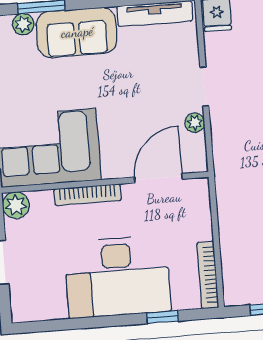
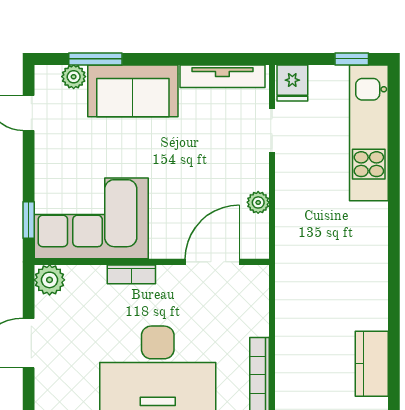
doorway: (204, 87) -> (272, 131), moved
bookcase: (88, 195) -> (131, 274), width x0.64

